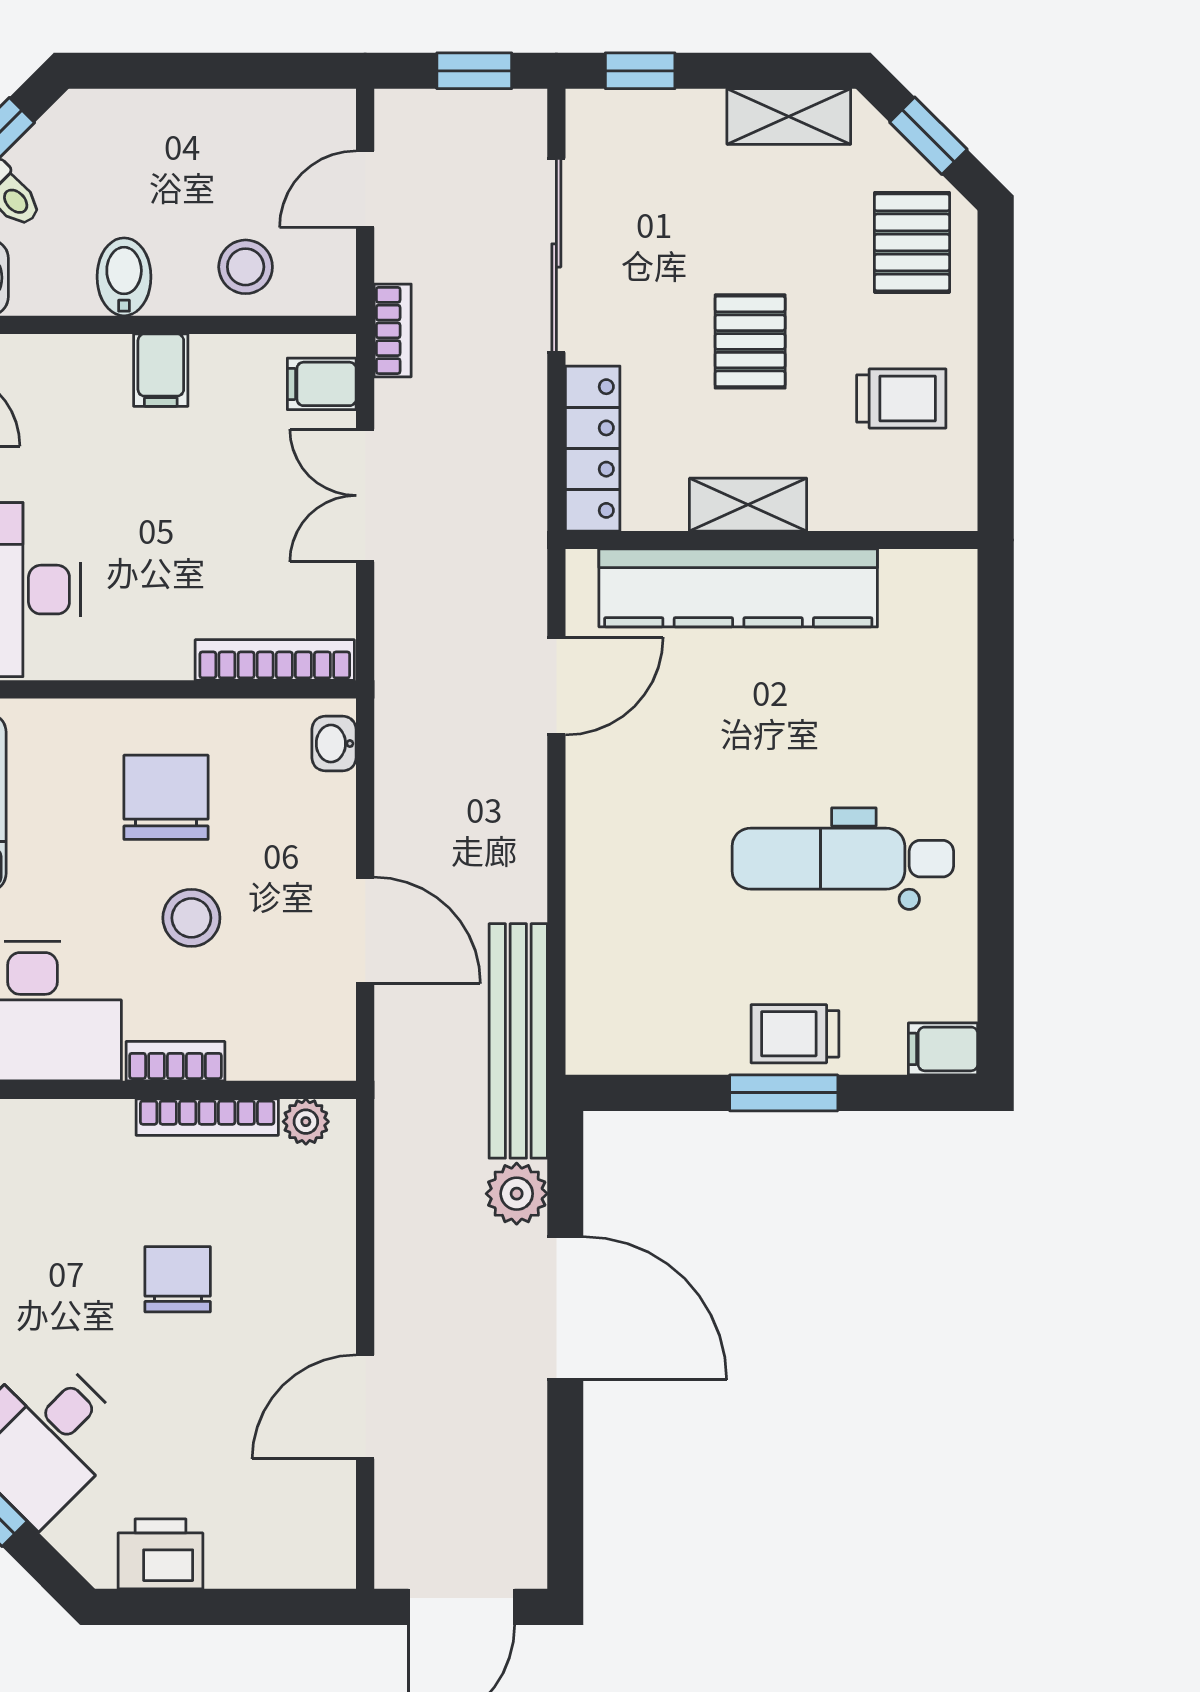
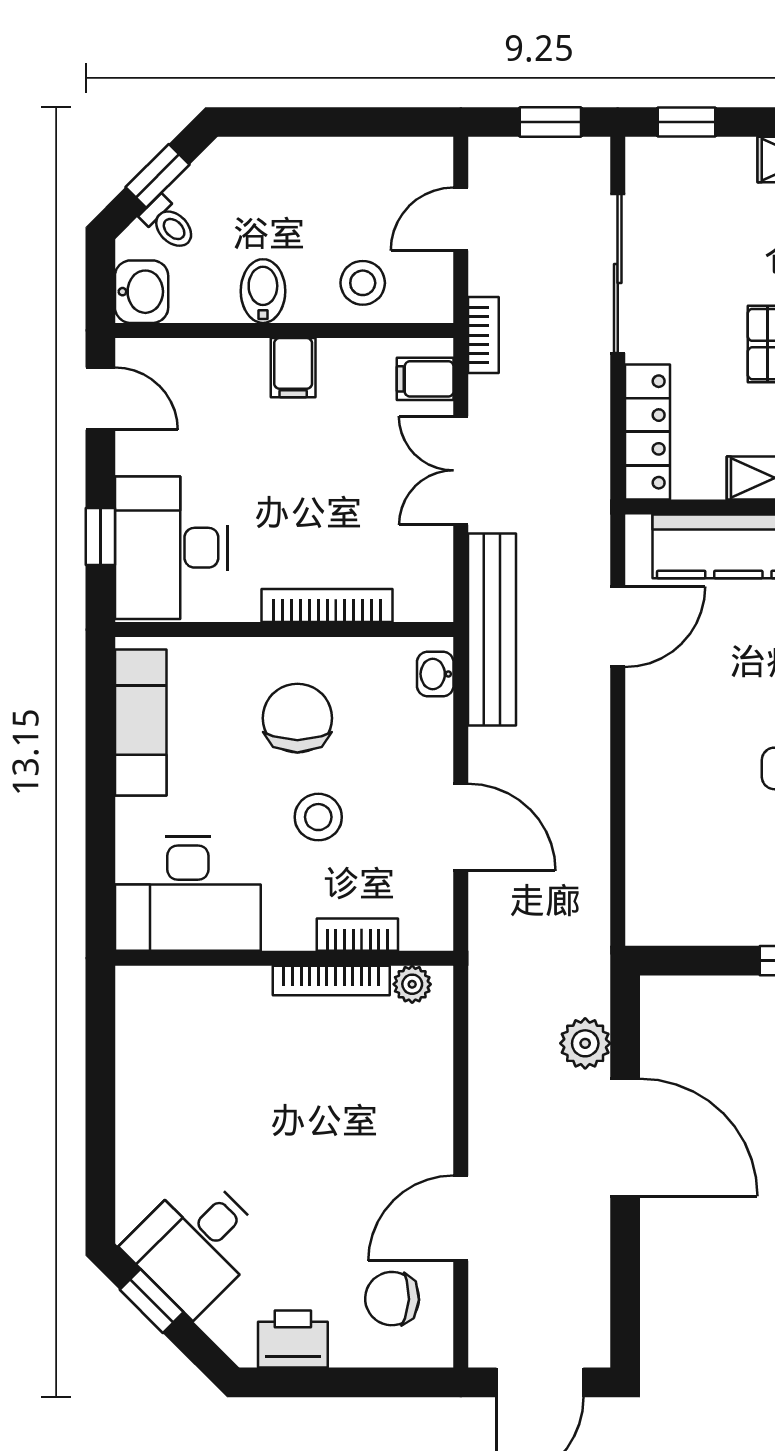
bookcase: (275, 660) -> (327, 606), moved
bench: (518, 1041) -> (492, 629), moved
bookcase: (175, 1061) -> (357, 935), moved
chair: (178, 1279) -> (392, 1299), moved, turned -87

